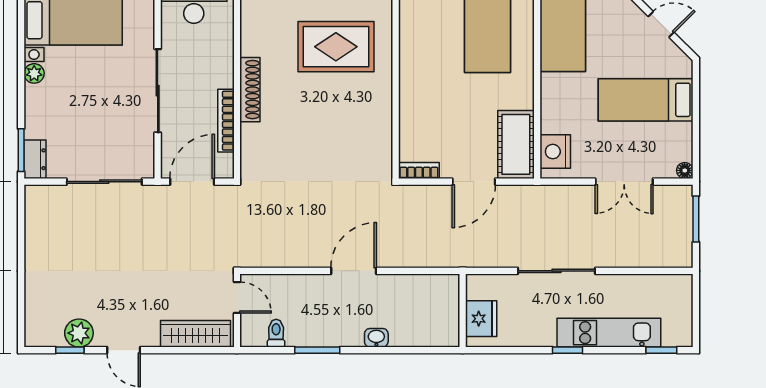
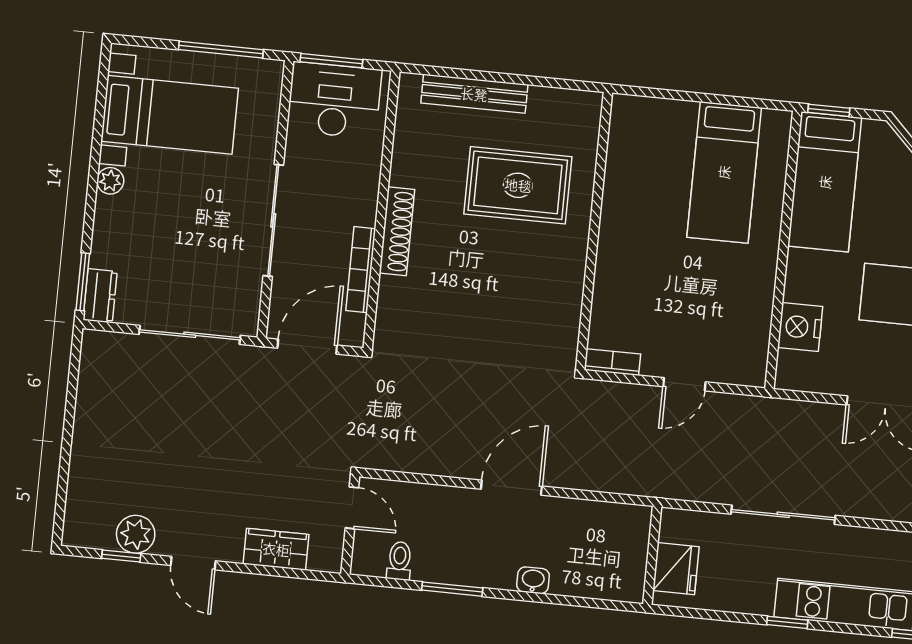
cot: (516, 144) -> (746, 340), removed
nightstand: (555, 152) -> (800, 327), moved
door: (474, 182) -> (684, 384), width x0.73
wardrobe: (196, 334) -> (276, 549), width x0.67

